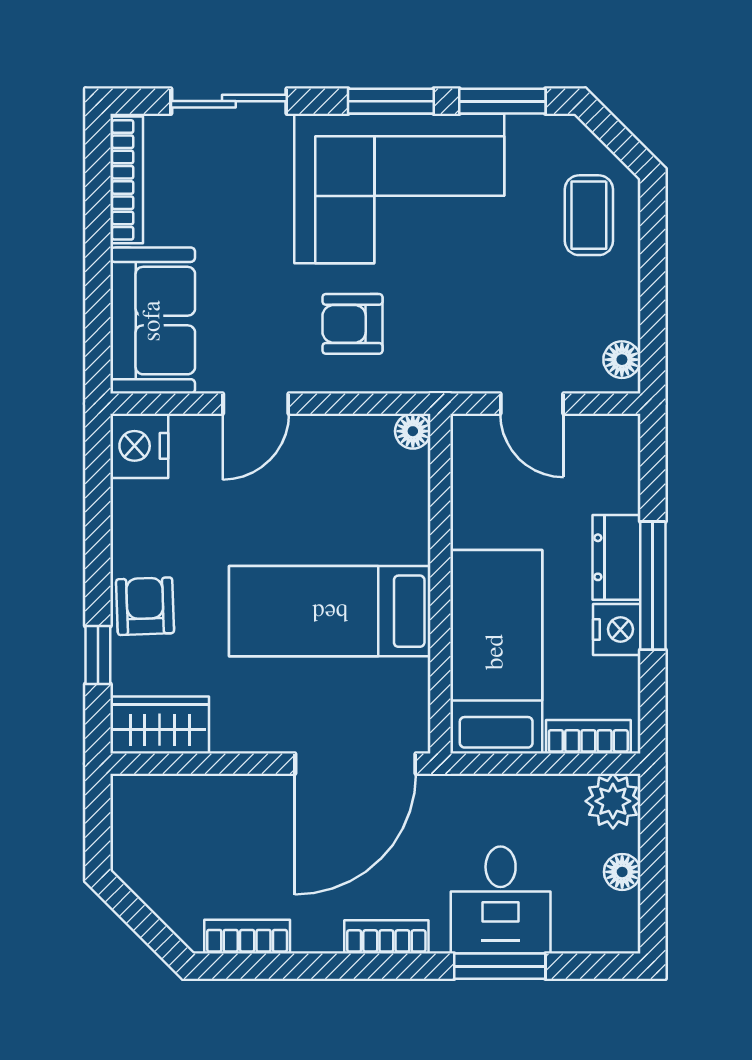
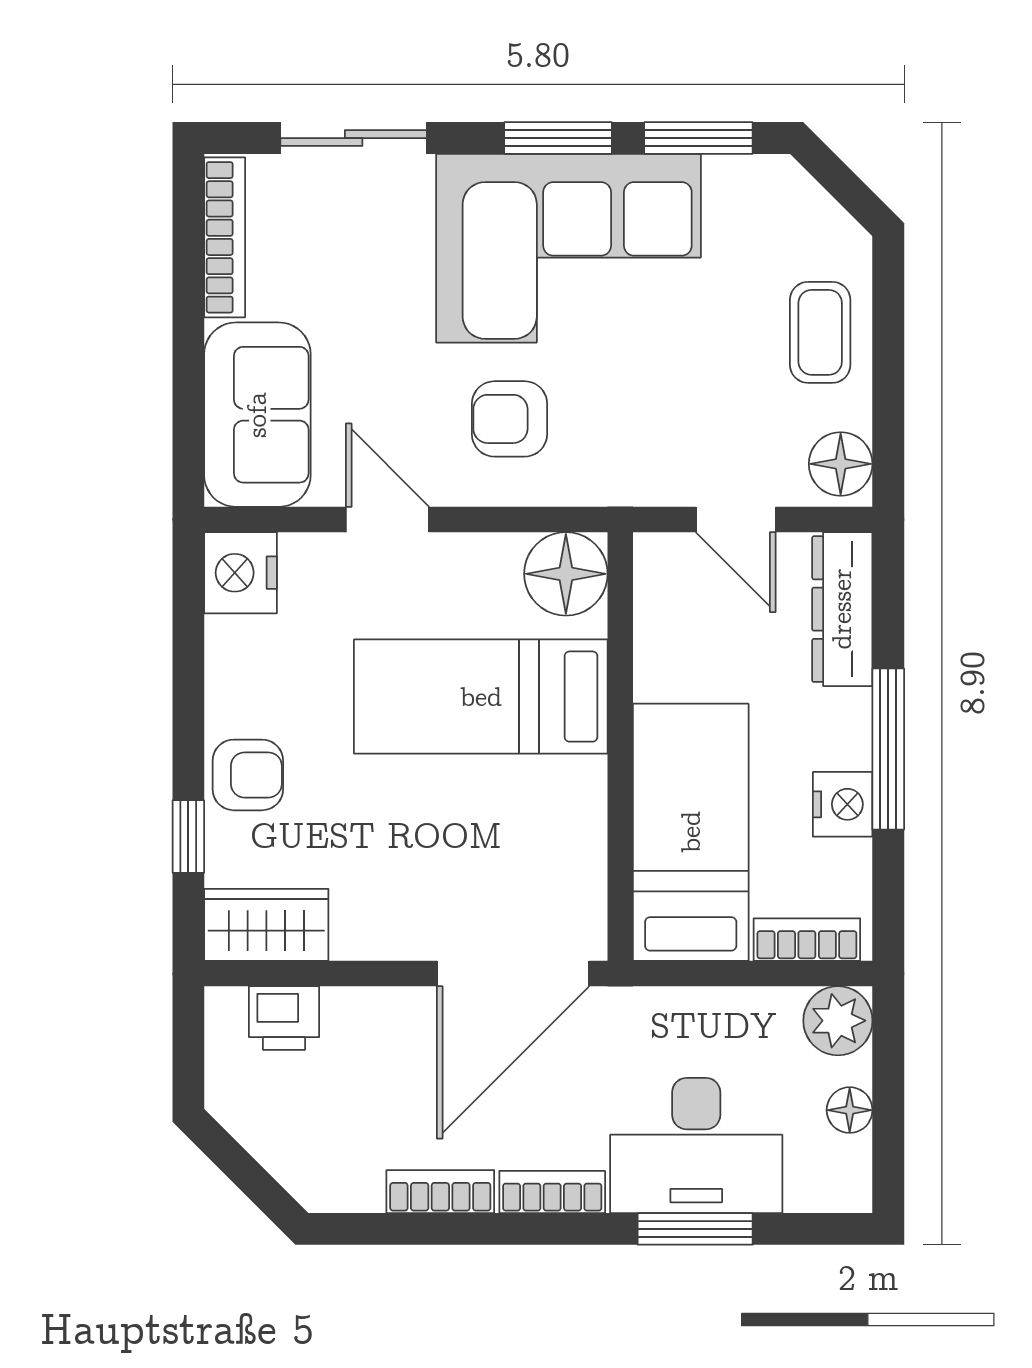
coffee table: (589, 215) -> (820, 332), moved
floor lamp: (622, 360) -> (841, 464), width x1.37, depth x1.37
door: (256, 404) -> (388, 520), swing flipped
floor lamp: (413, 431) -> (566, 574), width x1.89, depth x1.89
dresser: (616, 557) -> (842, 609), moved, width x1.44
armchair: (145, 606) -> (248, 775), turned 92
bed: (330, 611) -> (481, 697), moved
printer: (174, 799) -> (284, 1018), added
desk: (501, 900) -> (696, 1146), width x1.37
bookcase: (247, 937) -> (440, 1192), moved

